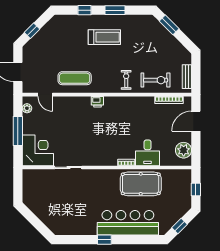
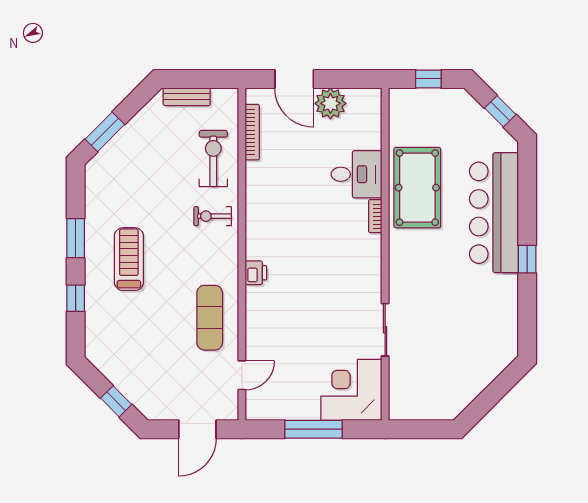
bench: (187, 77) -> (187, 97), moved
plant: (27, 108) -> (269, 411), removed
plant: (184, 150) -> (330, 103), moved

